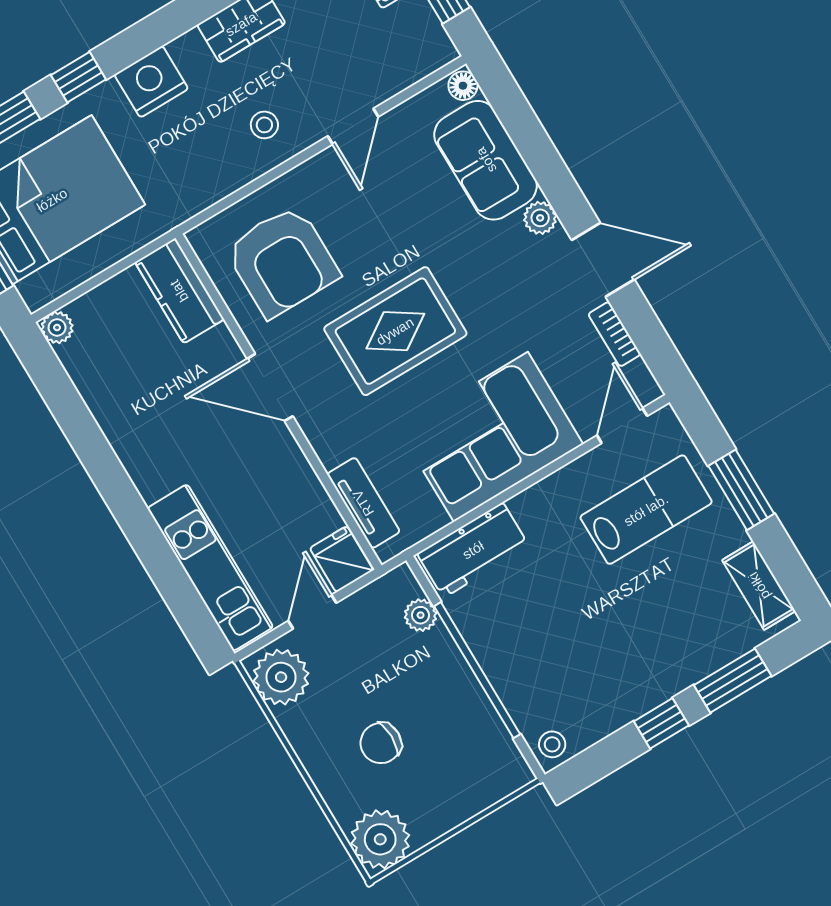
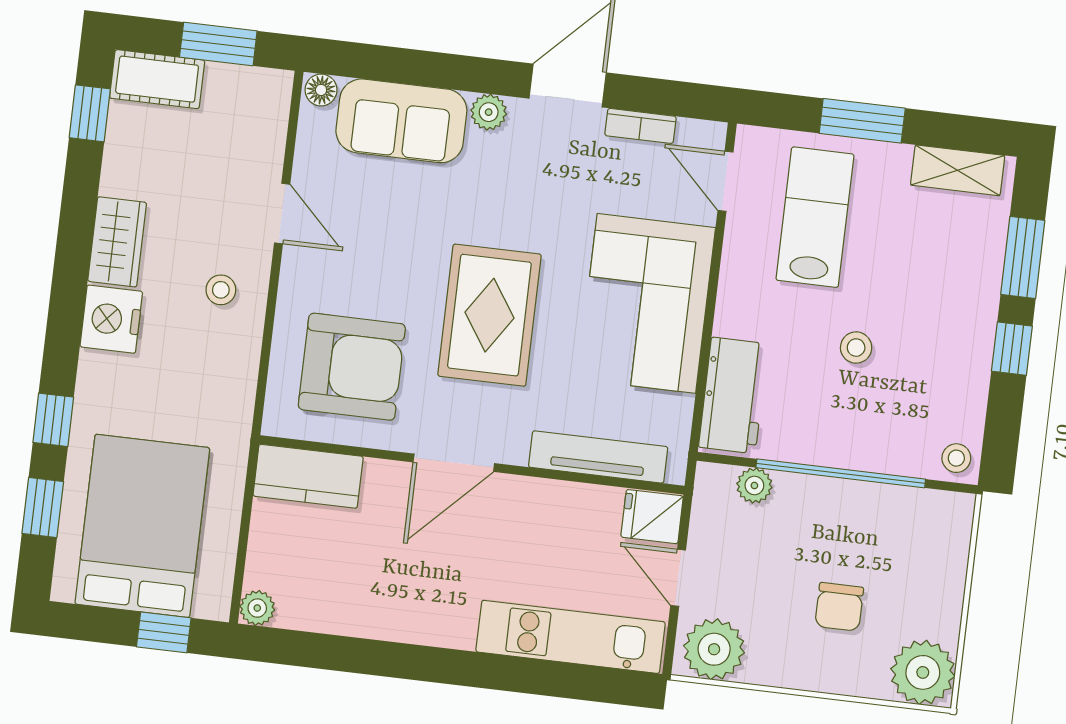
nightstand: (151, 82) -> (111, 319), moved
tv unit: (363, 503) -> (598, 457), width x1.41
stool: (576, 611) -> (856, 348), added

